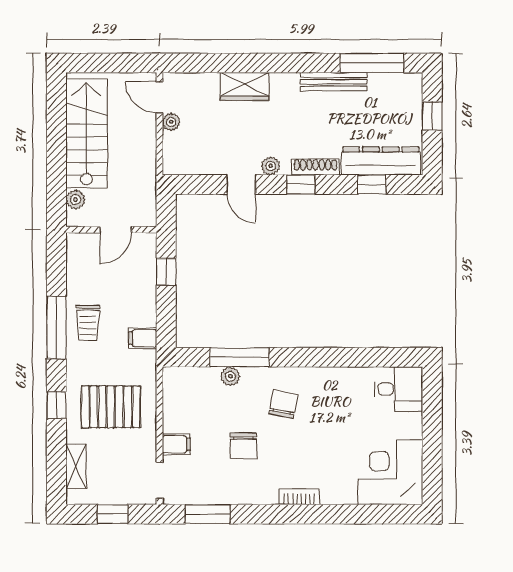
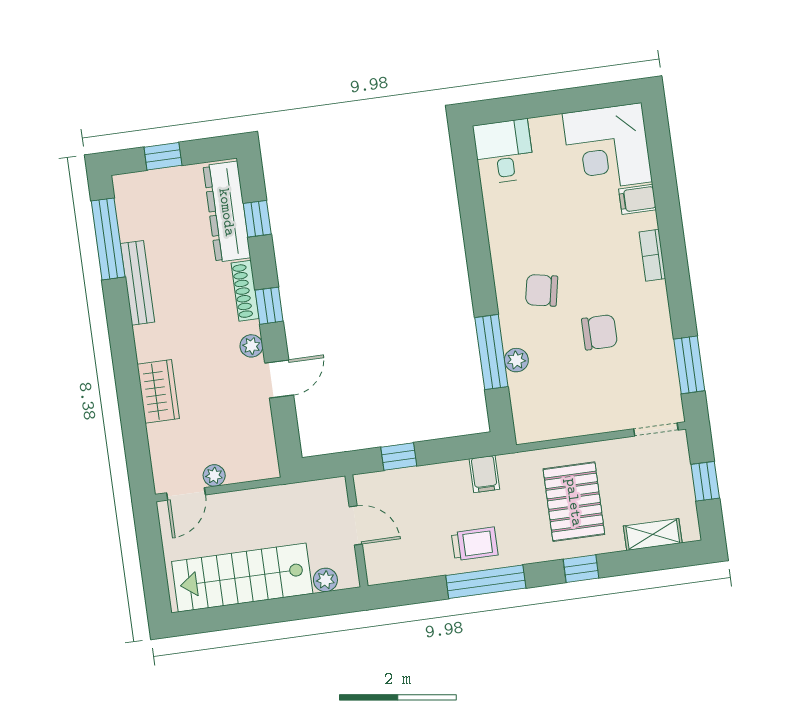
filing cabinet: (176, 444) -> (637, 199), moved, turned -90

